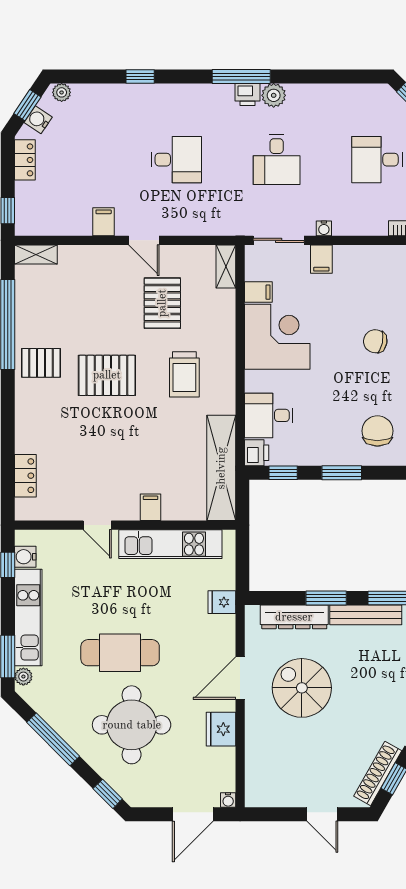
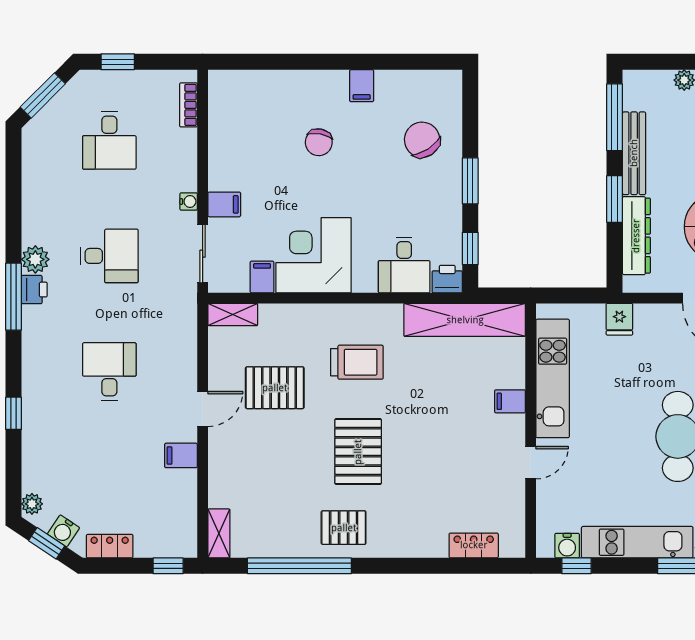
pallet: (41, 363) -> (344, 528), turned 90
chair: (377, 431) -> (422, 140), turned 57

